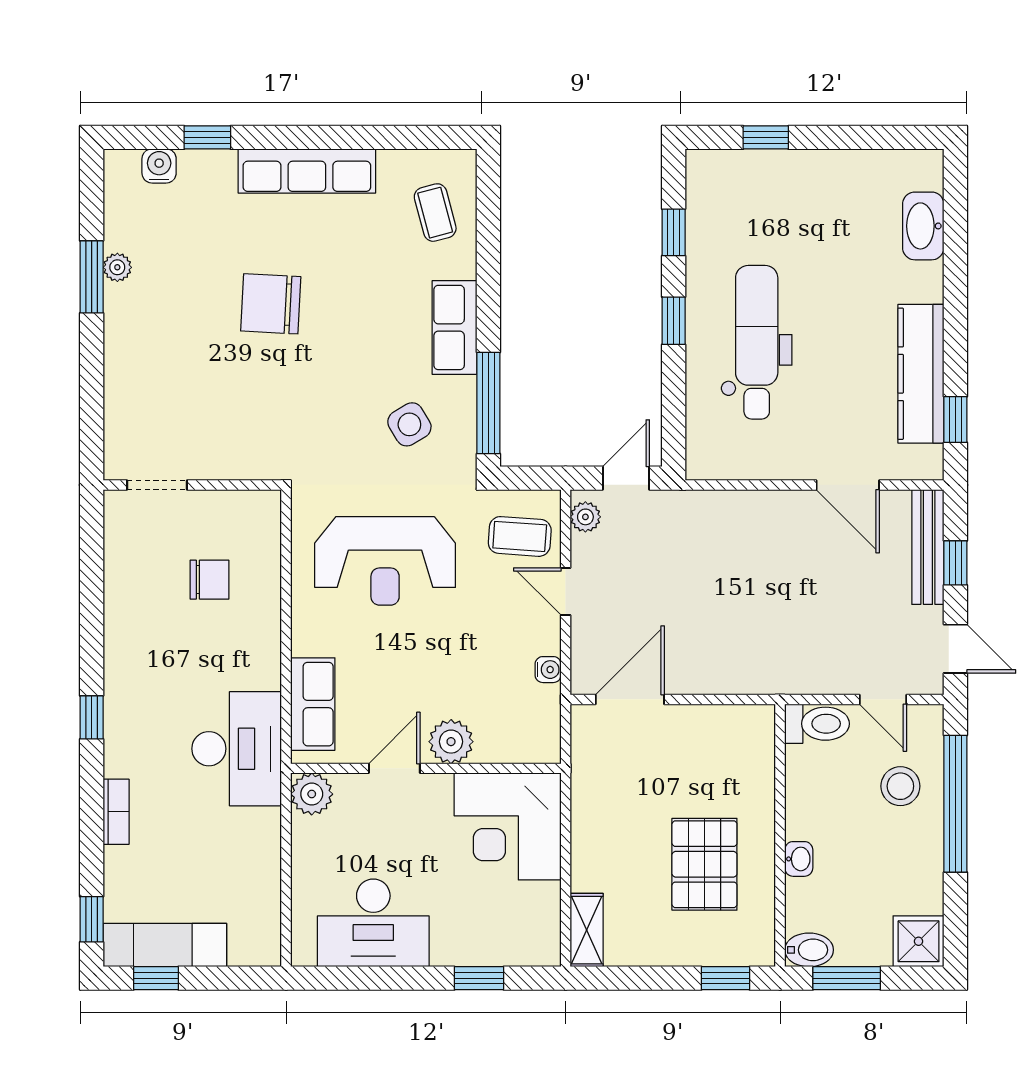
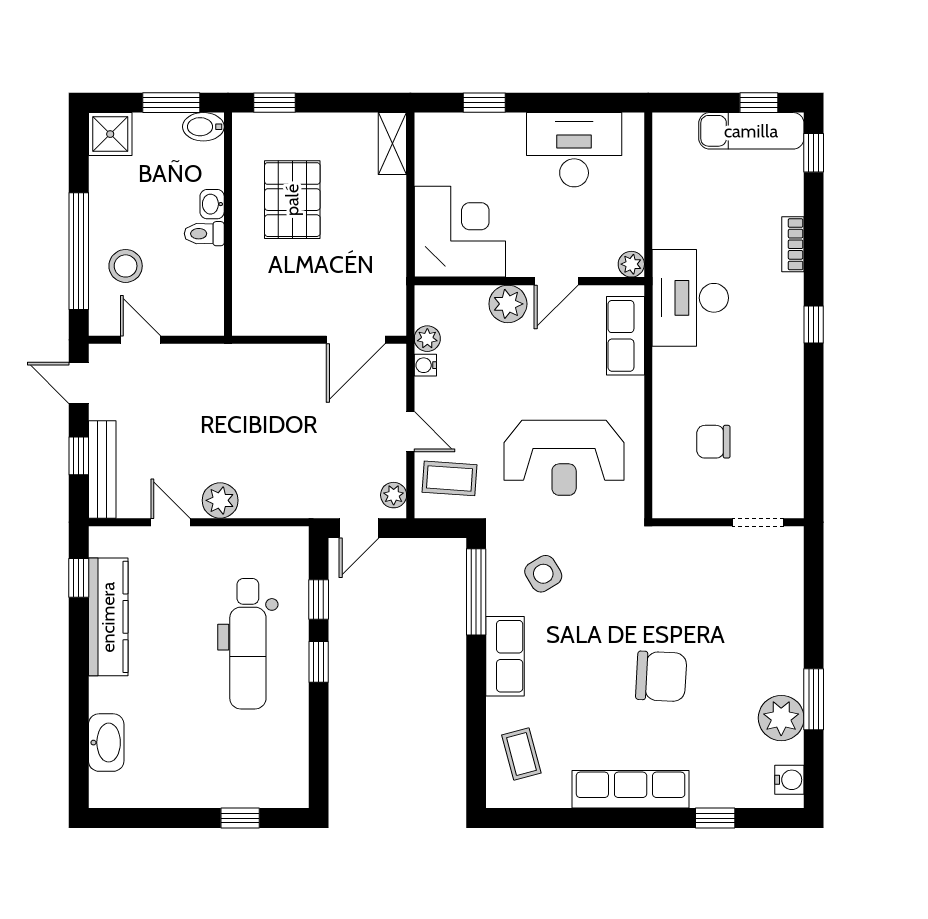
water cooler: (159, 166) -> (789, 780), moved, turned -90
window: (674, 232) -> (319, 599), moved
plant: (117, 267) -> (781, 718), width x1.88, depth x1.88
door: (848, 485) -> (170, 522), width x0.73
plant: (789, 511) -> (220, 500), added
reception desk: (385, 561) -> (564, 458), turned 180
plant: (546, 701) -> (427, 339), added
toilet: (817, 724) -> (204, 234), moved, width x0.73, depth x0.72
plant: (312, 794) -> (631, 264), width x0.73, depth x0.73

